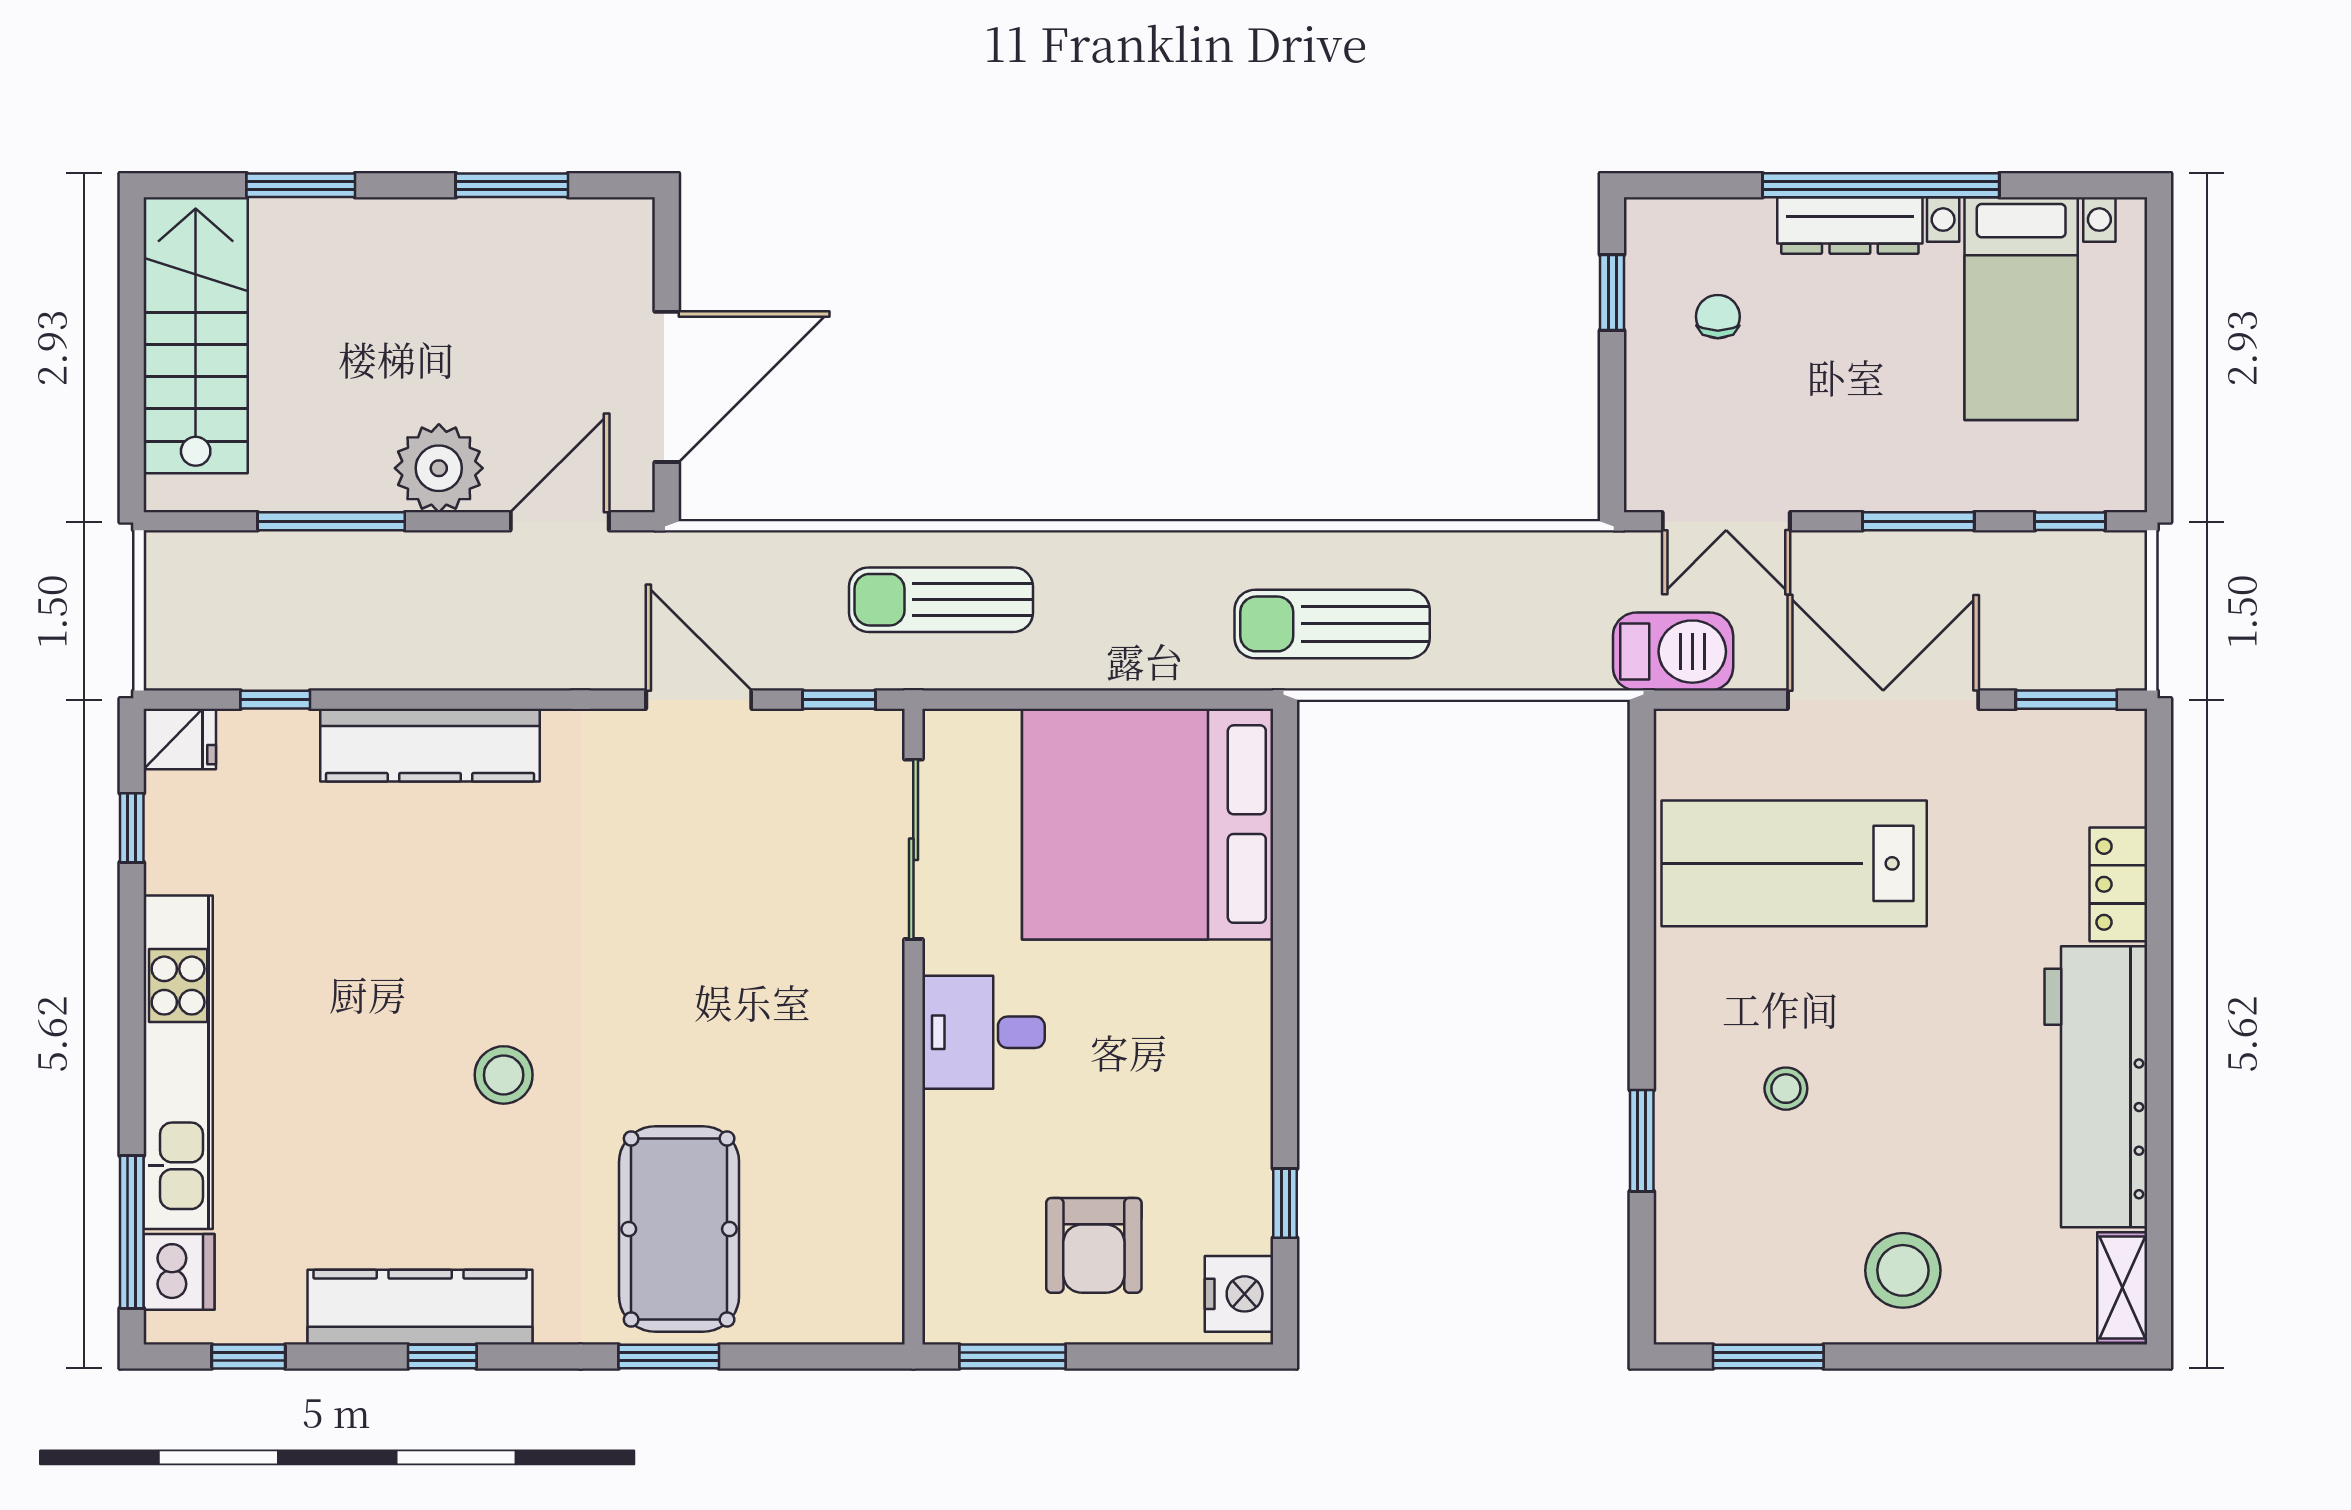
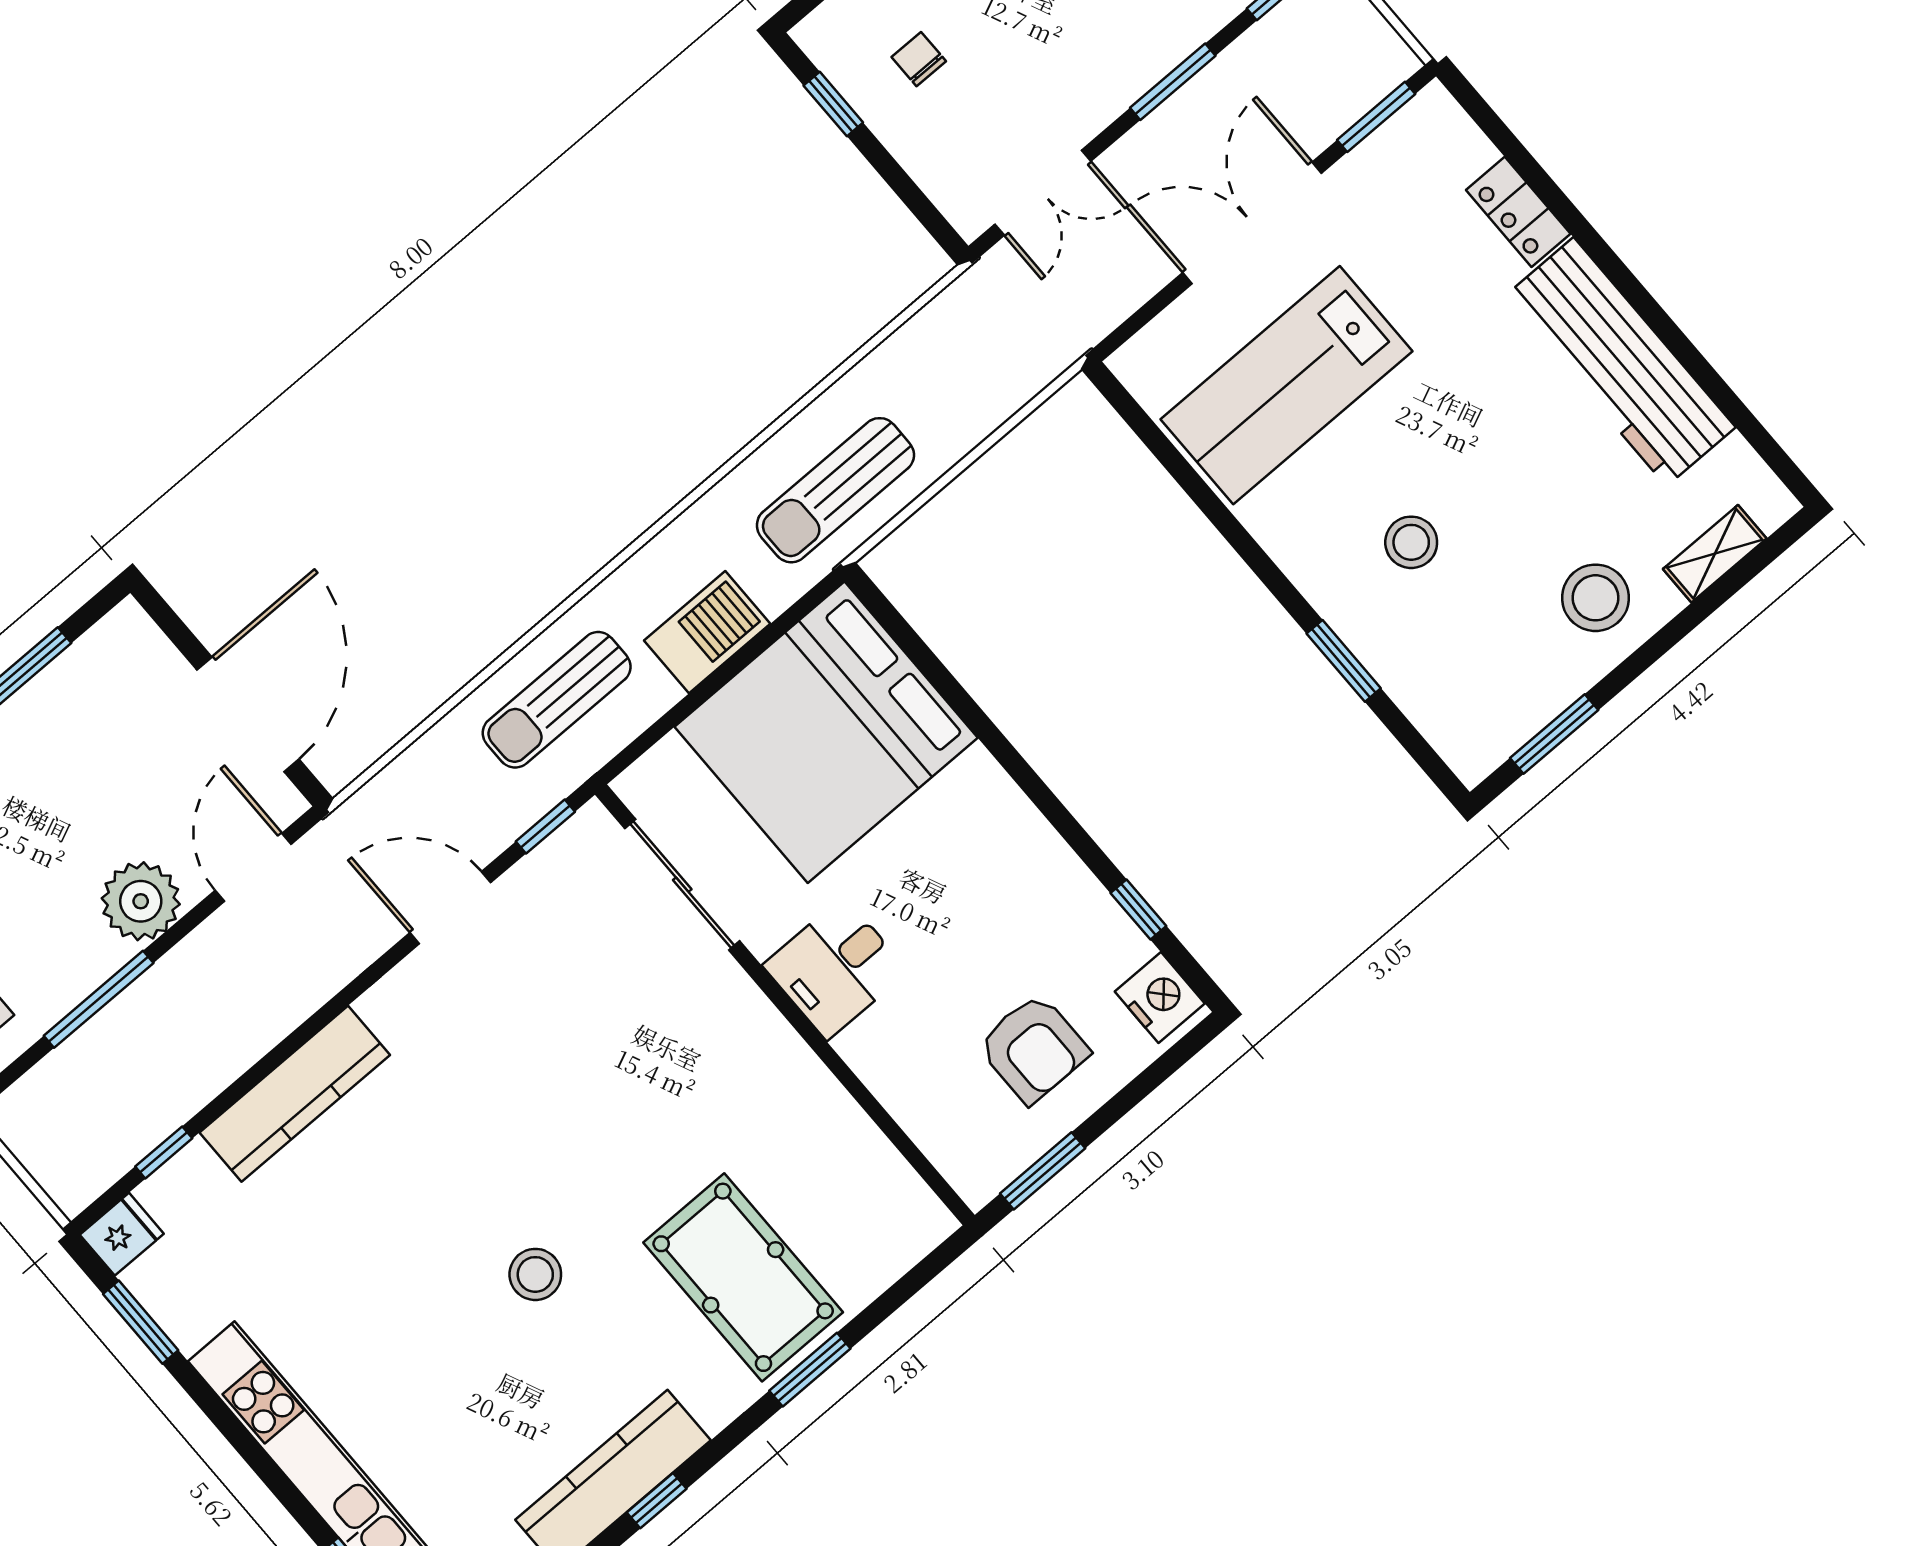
barbecue: (1673, 652) -> (707, 632), moved
window: (132, 828) -> (141, 1322), width x1.50
stool: (1786, 1089) -> (1411, 542), width x1.37, depth x1.37
shelving: (2122, 1287) -> (1715, 554), moved, turned 90

